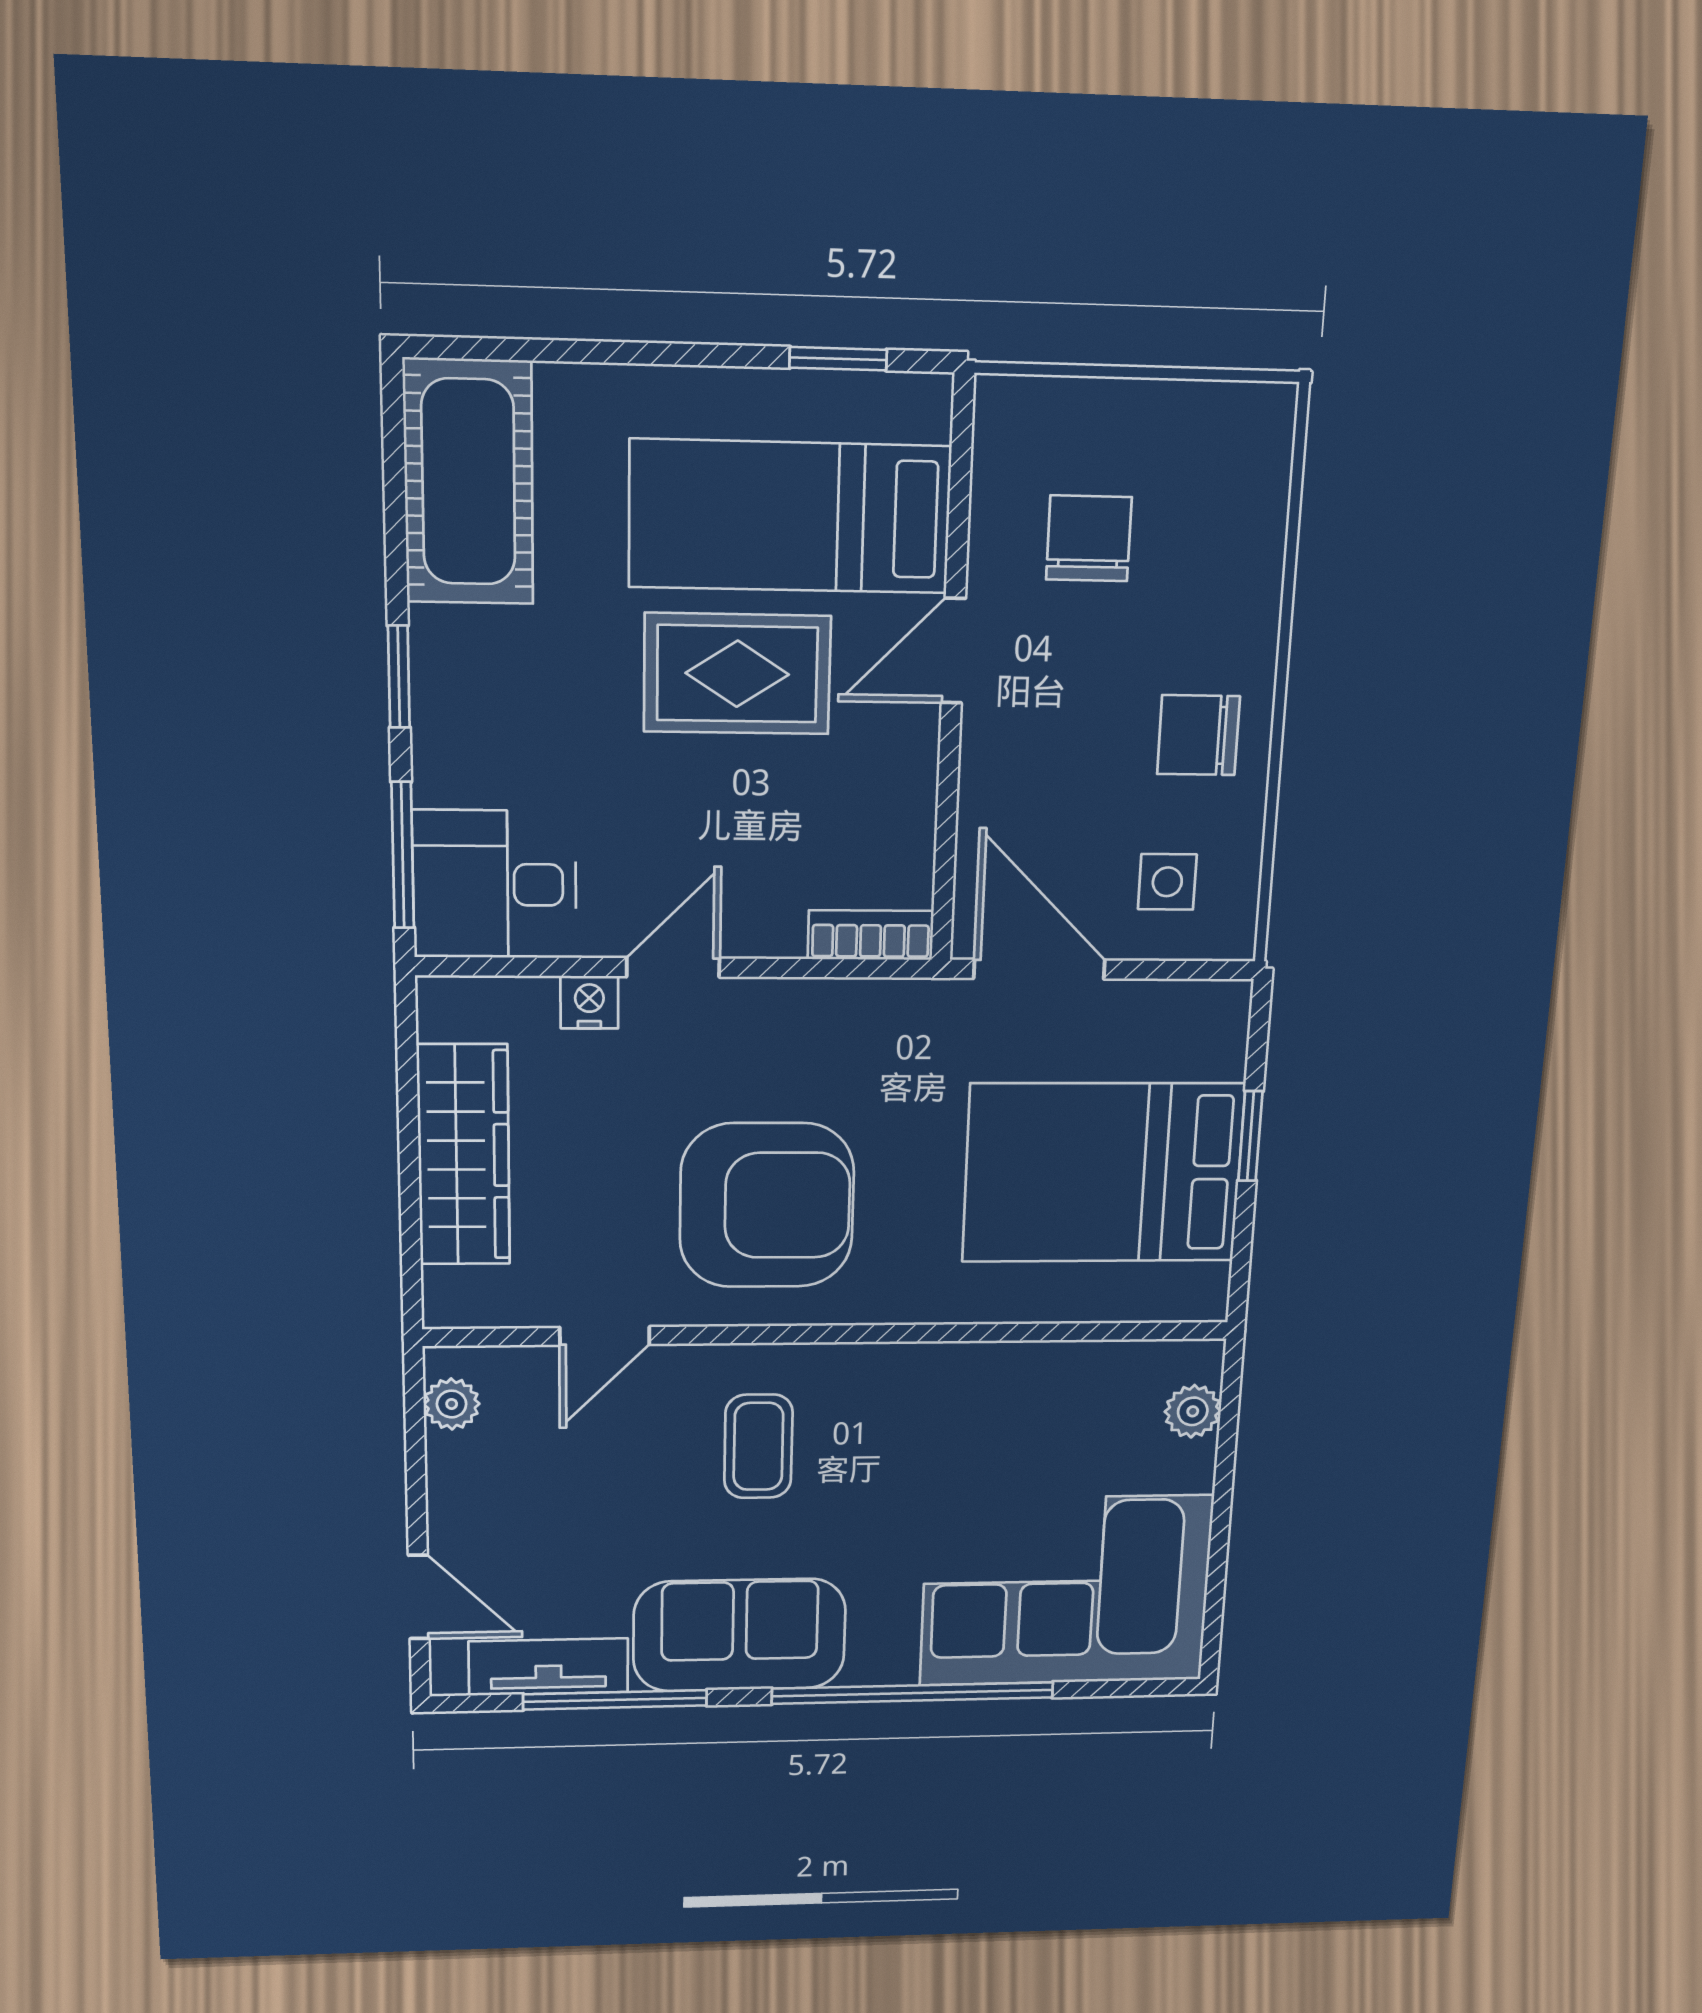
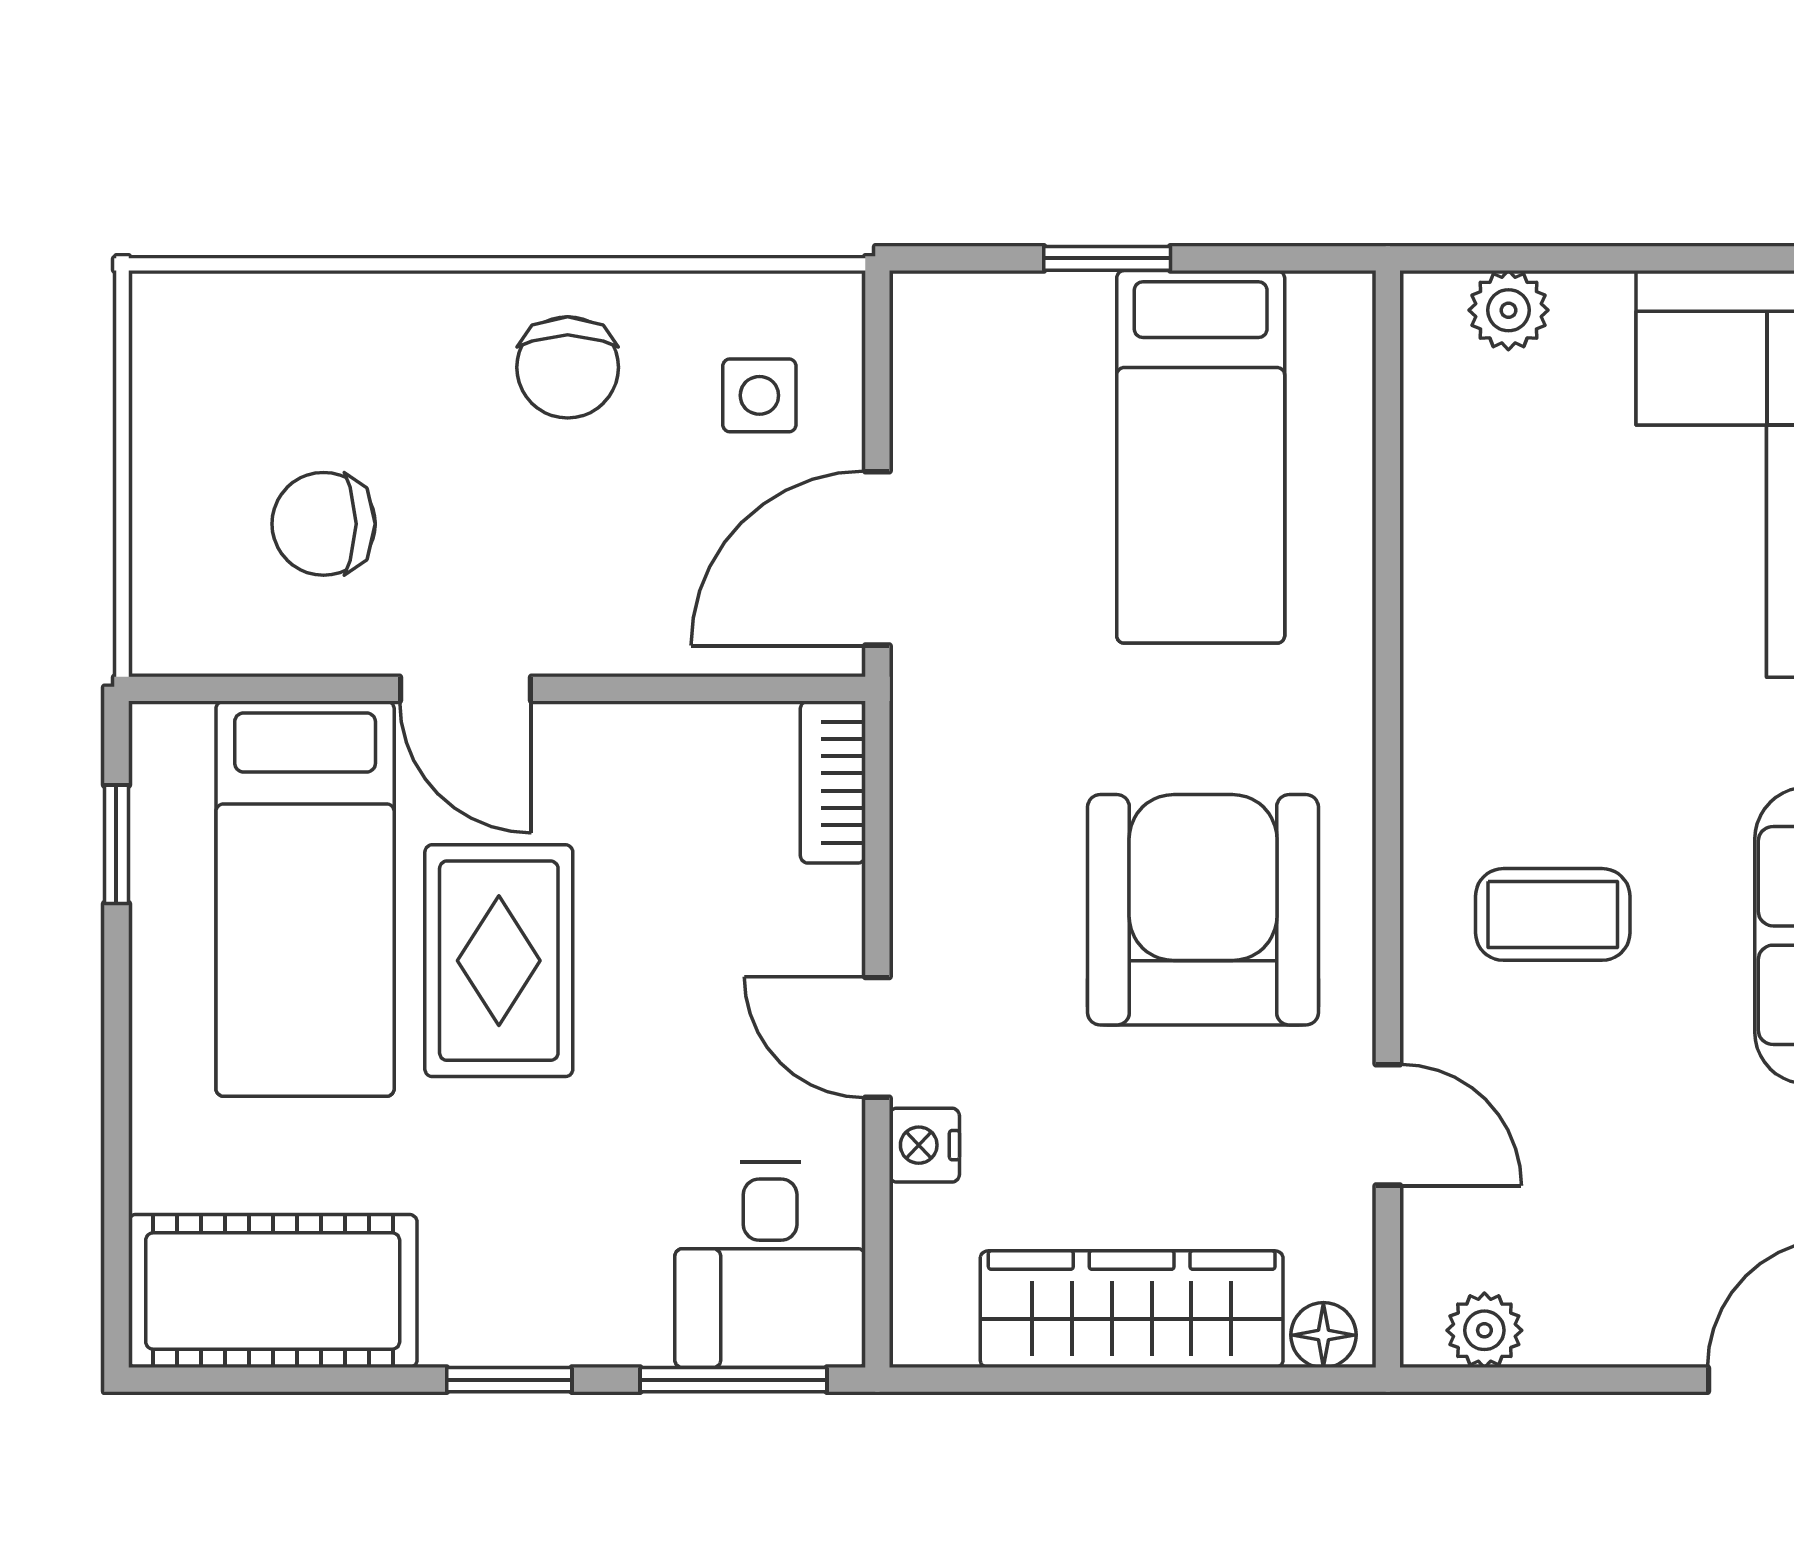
bed: (1103, 1173) -> (1201, 457), width x0.67
floor lamp: (446, 1292) -> (1323, 1335), added

